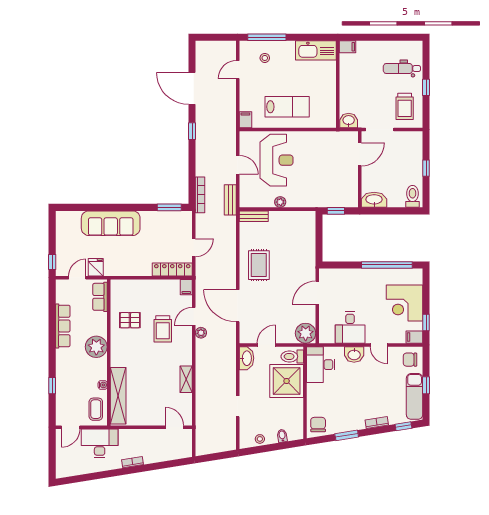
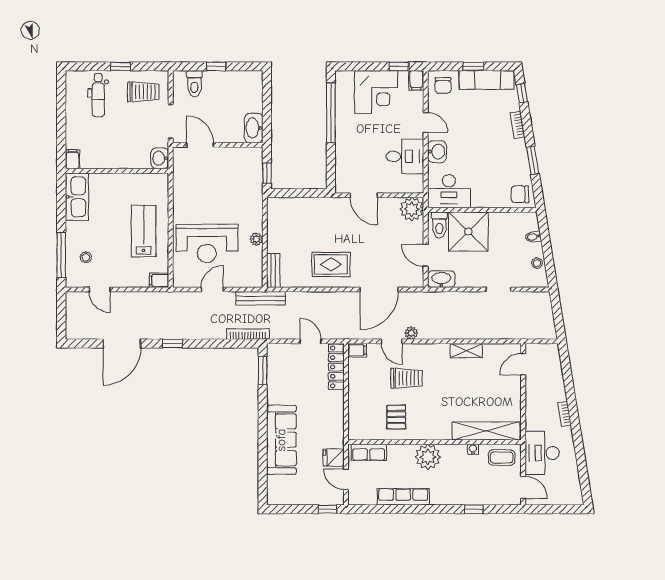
reception desk: (277, 160) -> (207, 243), turned 180
toilet: (413, 196) -> (194, 84), moved, turned -90
bench: (230, 200) -> (261, 298), width x1.36
door: (379, 345) -> (426, 123), hinge flipped

